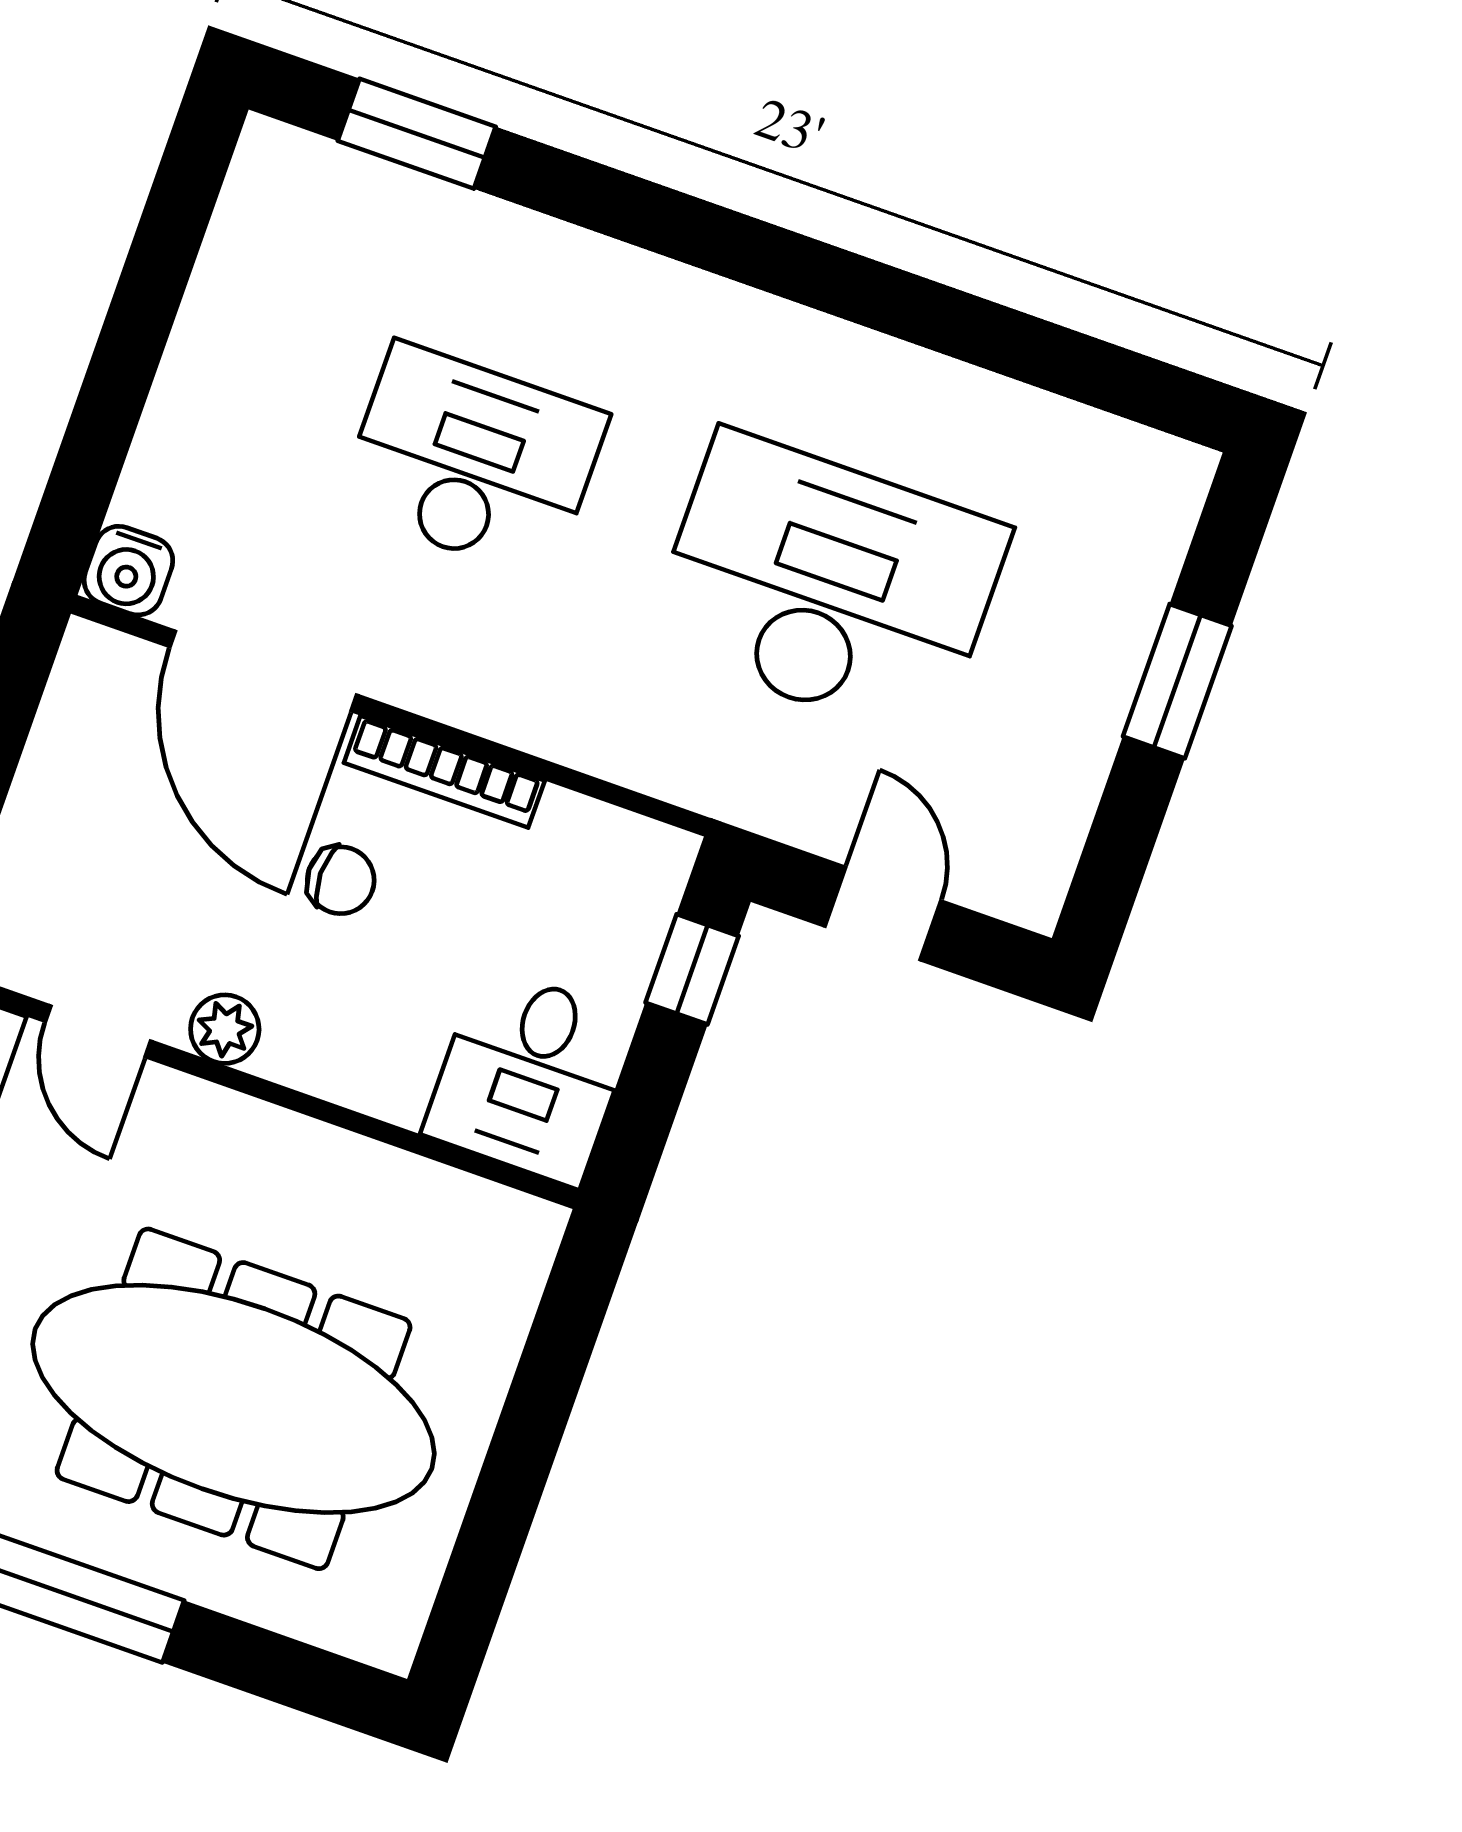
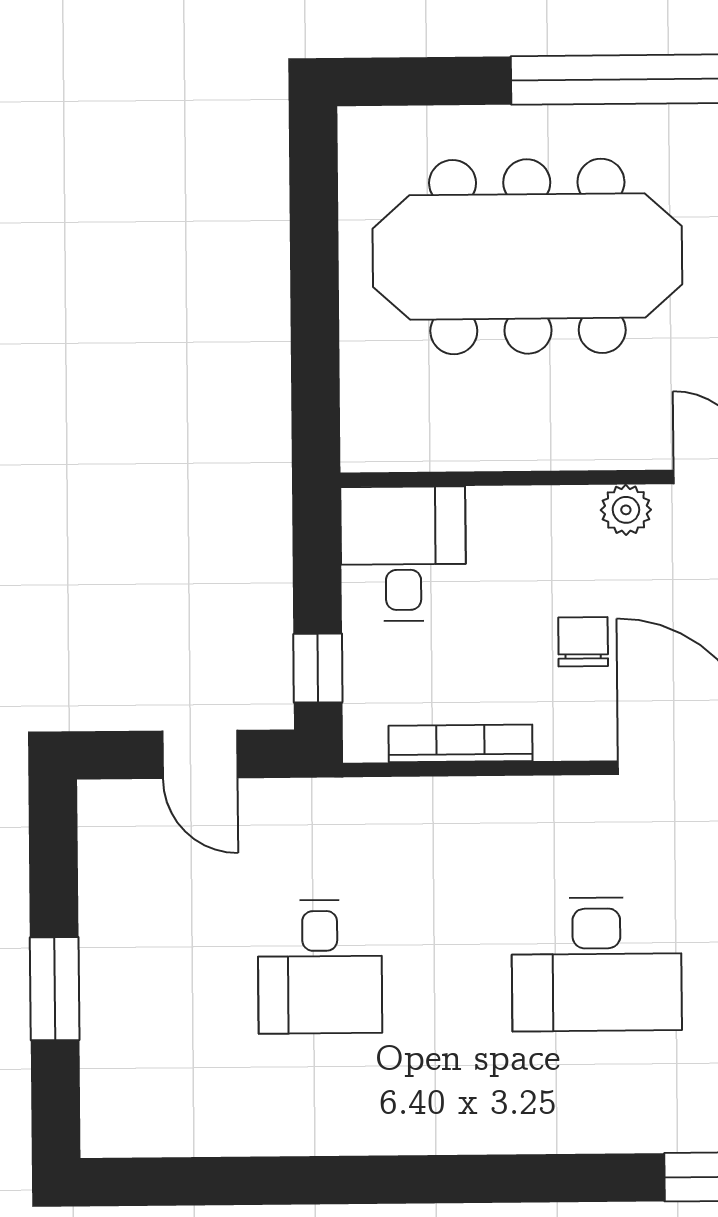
desk: (828, 586) -> (320, 967), width x0.53, depth x0.77
bookcase: (444, 772) -> (460, 743), moved
chair: (341, 880) -> (583, 642), turned 90

